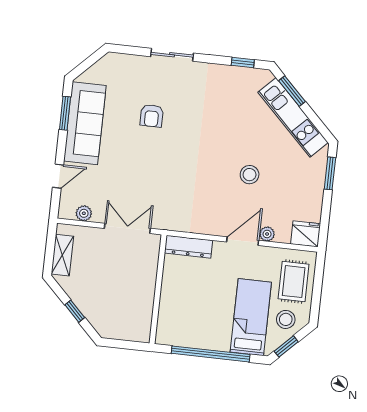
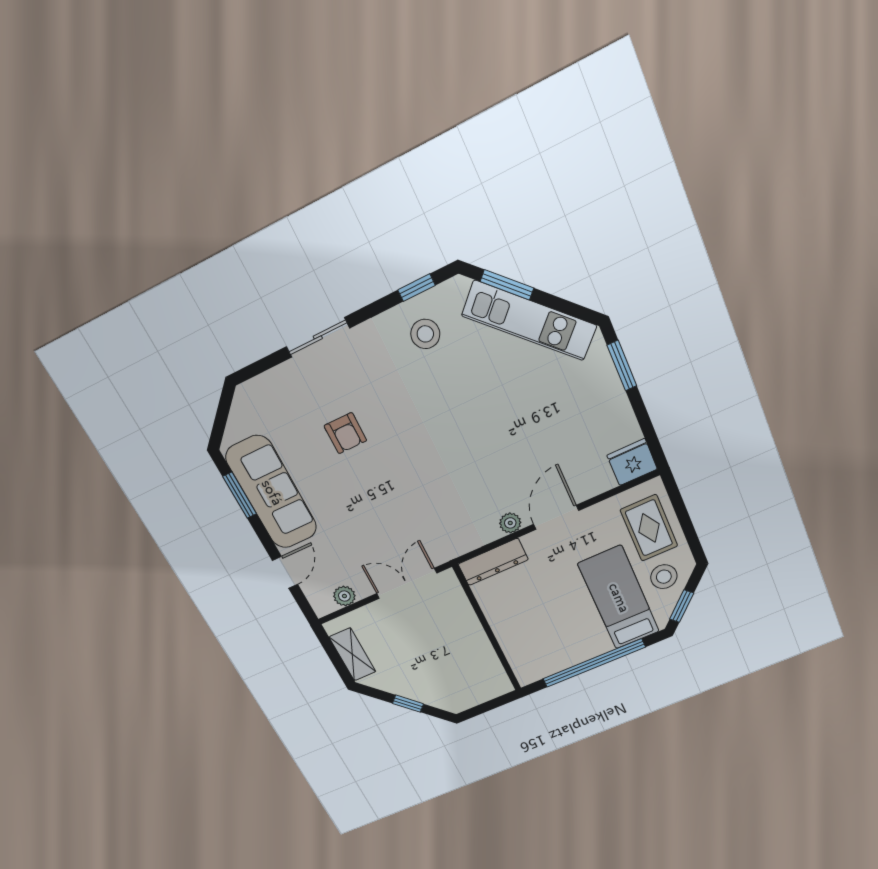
stool: (250, 175) -> (425, 334), moved
plant: (267, 234) -> (510, 523), moved

